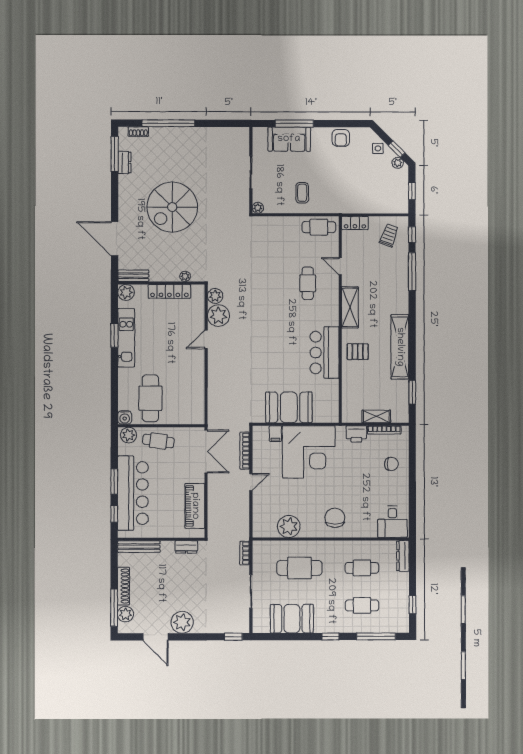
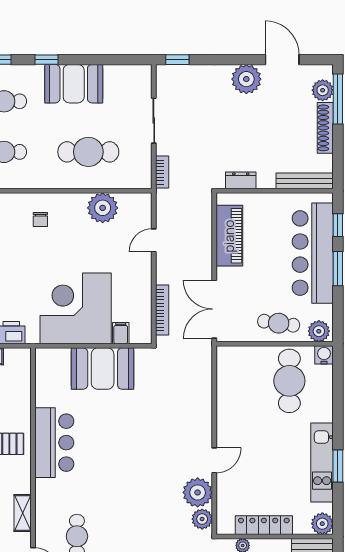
shelving: (350, 307) -> (23, 513), width x0.67, depth x0.75
door: (251, 482) -> (154, 240), moved
chair: (335, 518) -> (40, 219), width x0.54, depth x0.54
booth: (292, 619) -> (74, 84), moved

